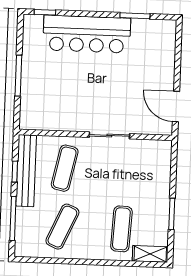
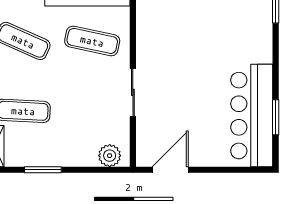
bar counter: (87, 34) -> (252, 116), moved
plant: (162, 157) -> (110, 156), added

